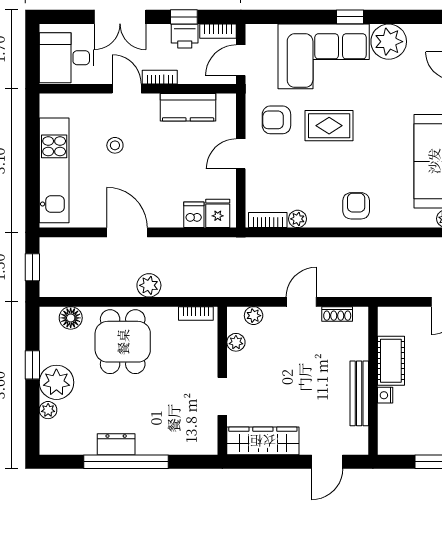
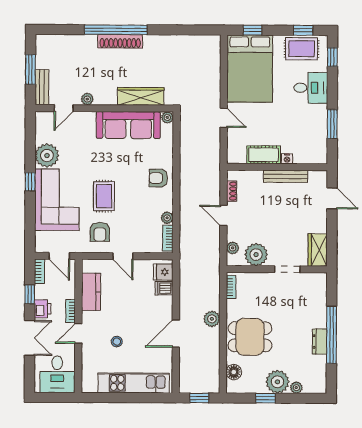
printer: (185, 36) -> (43, 309), moved
plant: (236, 342) -> (256, 255), width x1.88, depth x1.88
wardrobe: (263, 441) -> (318, 250), width x0.67

